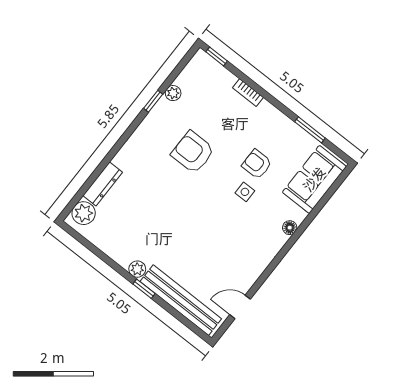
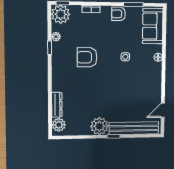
plant: (202, 69) -> (61, 14), added
armchair: (257, 164) -> (119, 14), moved
plant: (137, 269) -> (99, 126), width x1.87, depth x1.87

